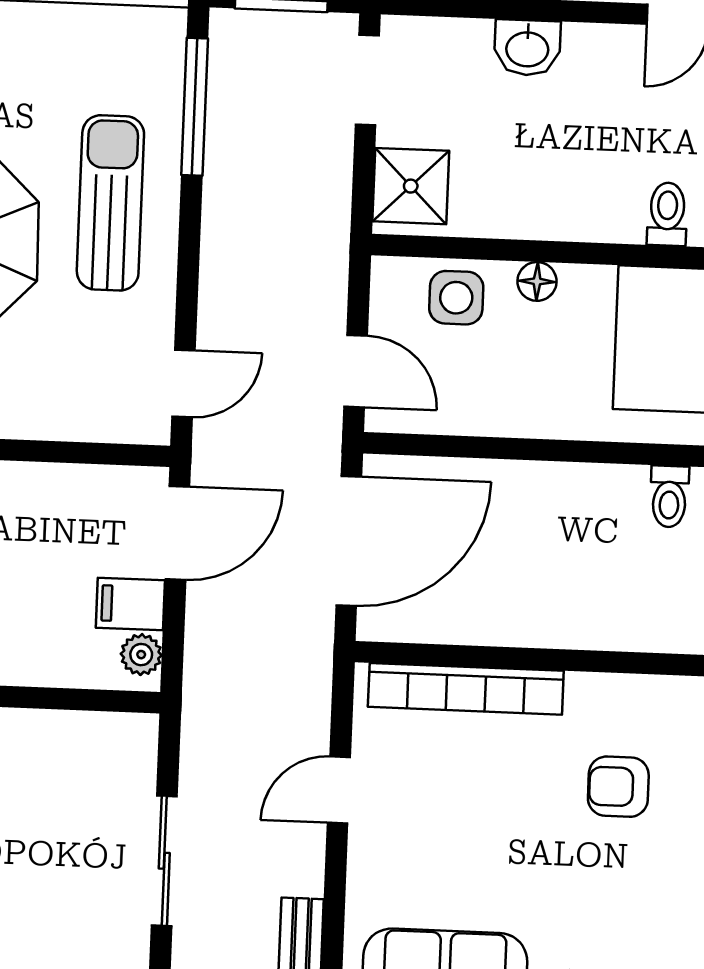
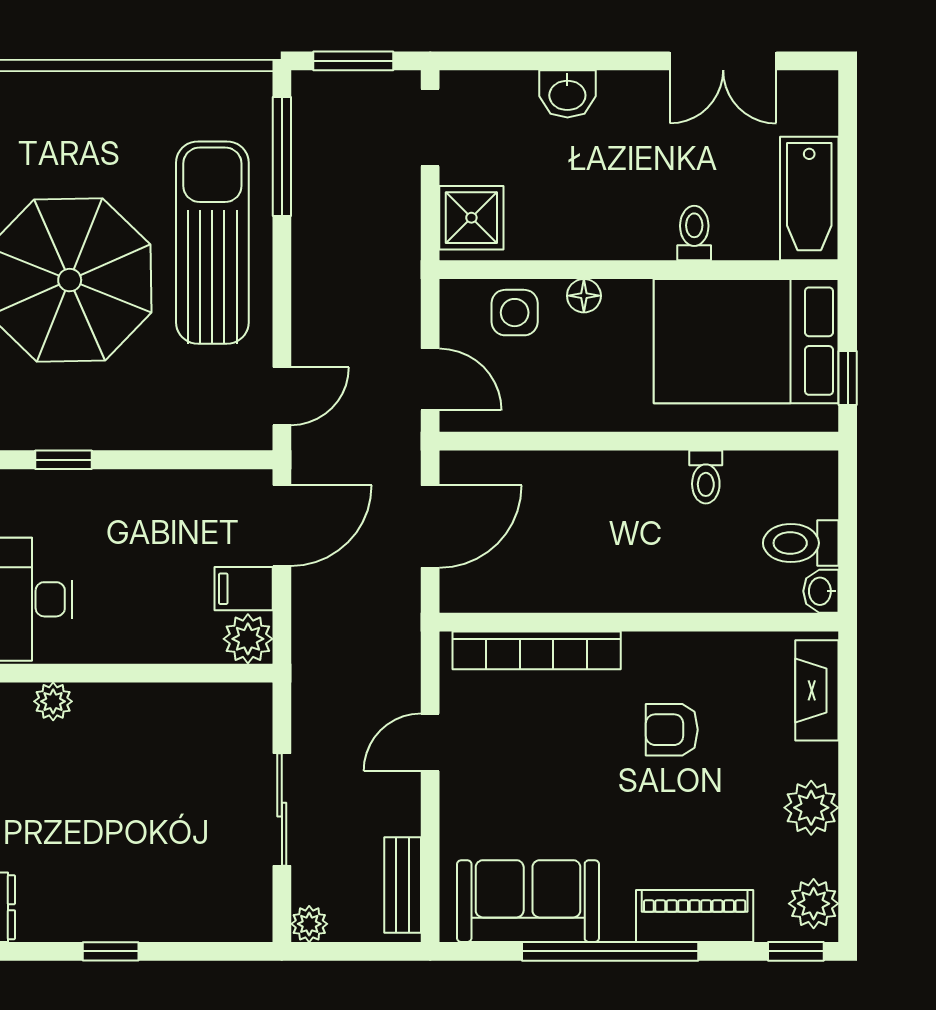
sun lounger: (110, 203) -> (212, 243), width x1.36, depth x1.34
door: (349, 541) -> (430, 527), width x0.73
plant: (141, 655) -> (248, 639), width x1.38, depth x1.38

